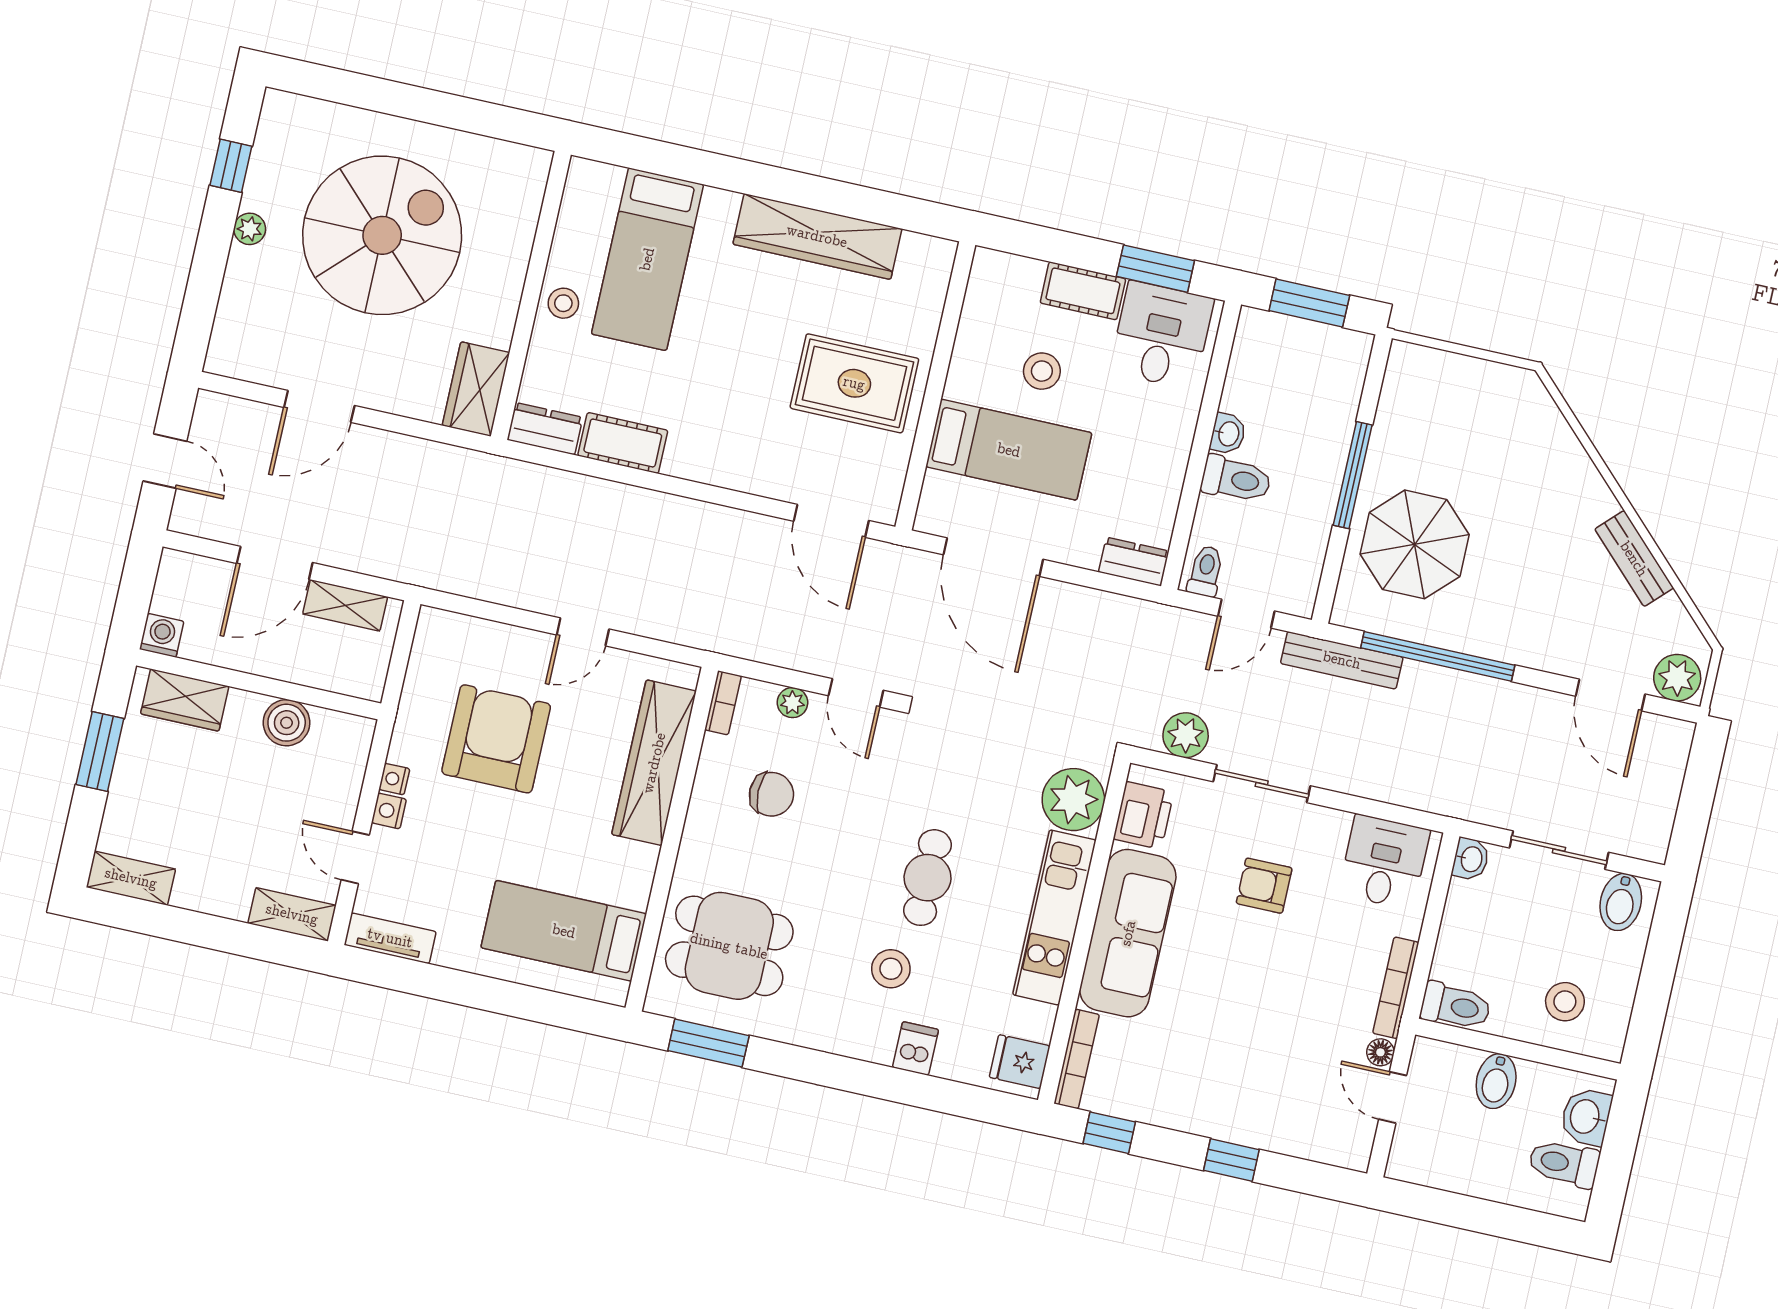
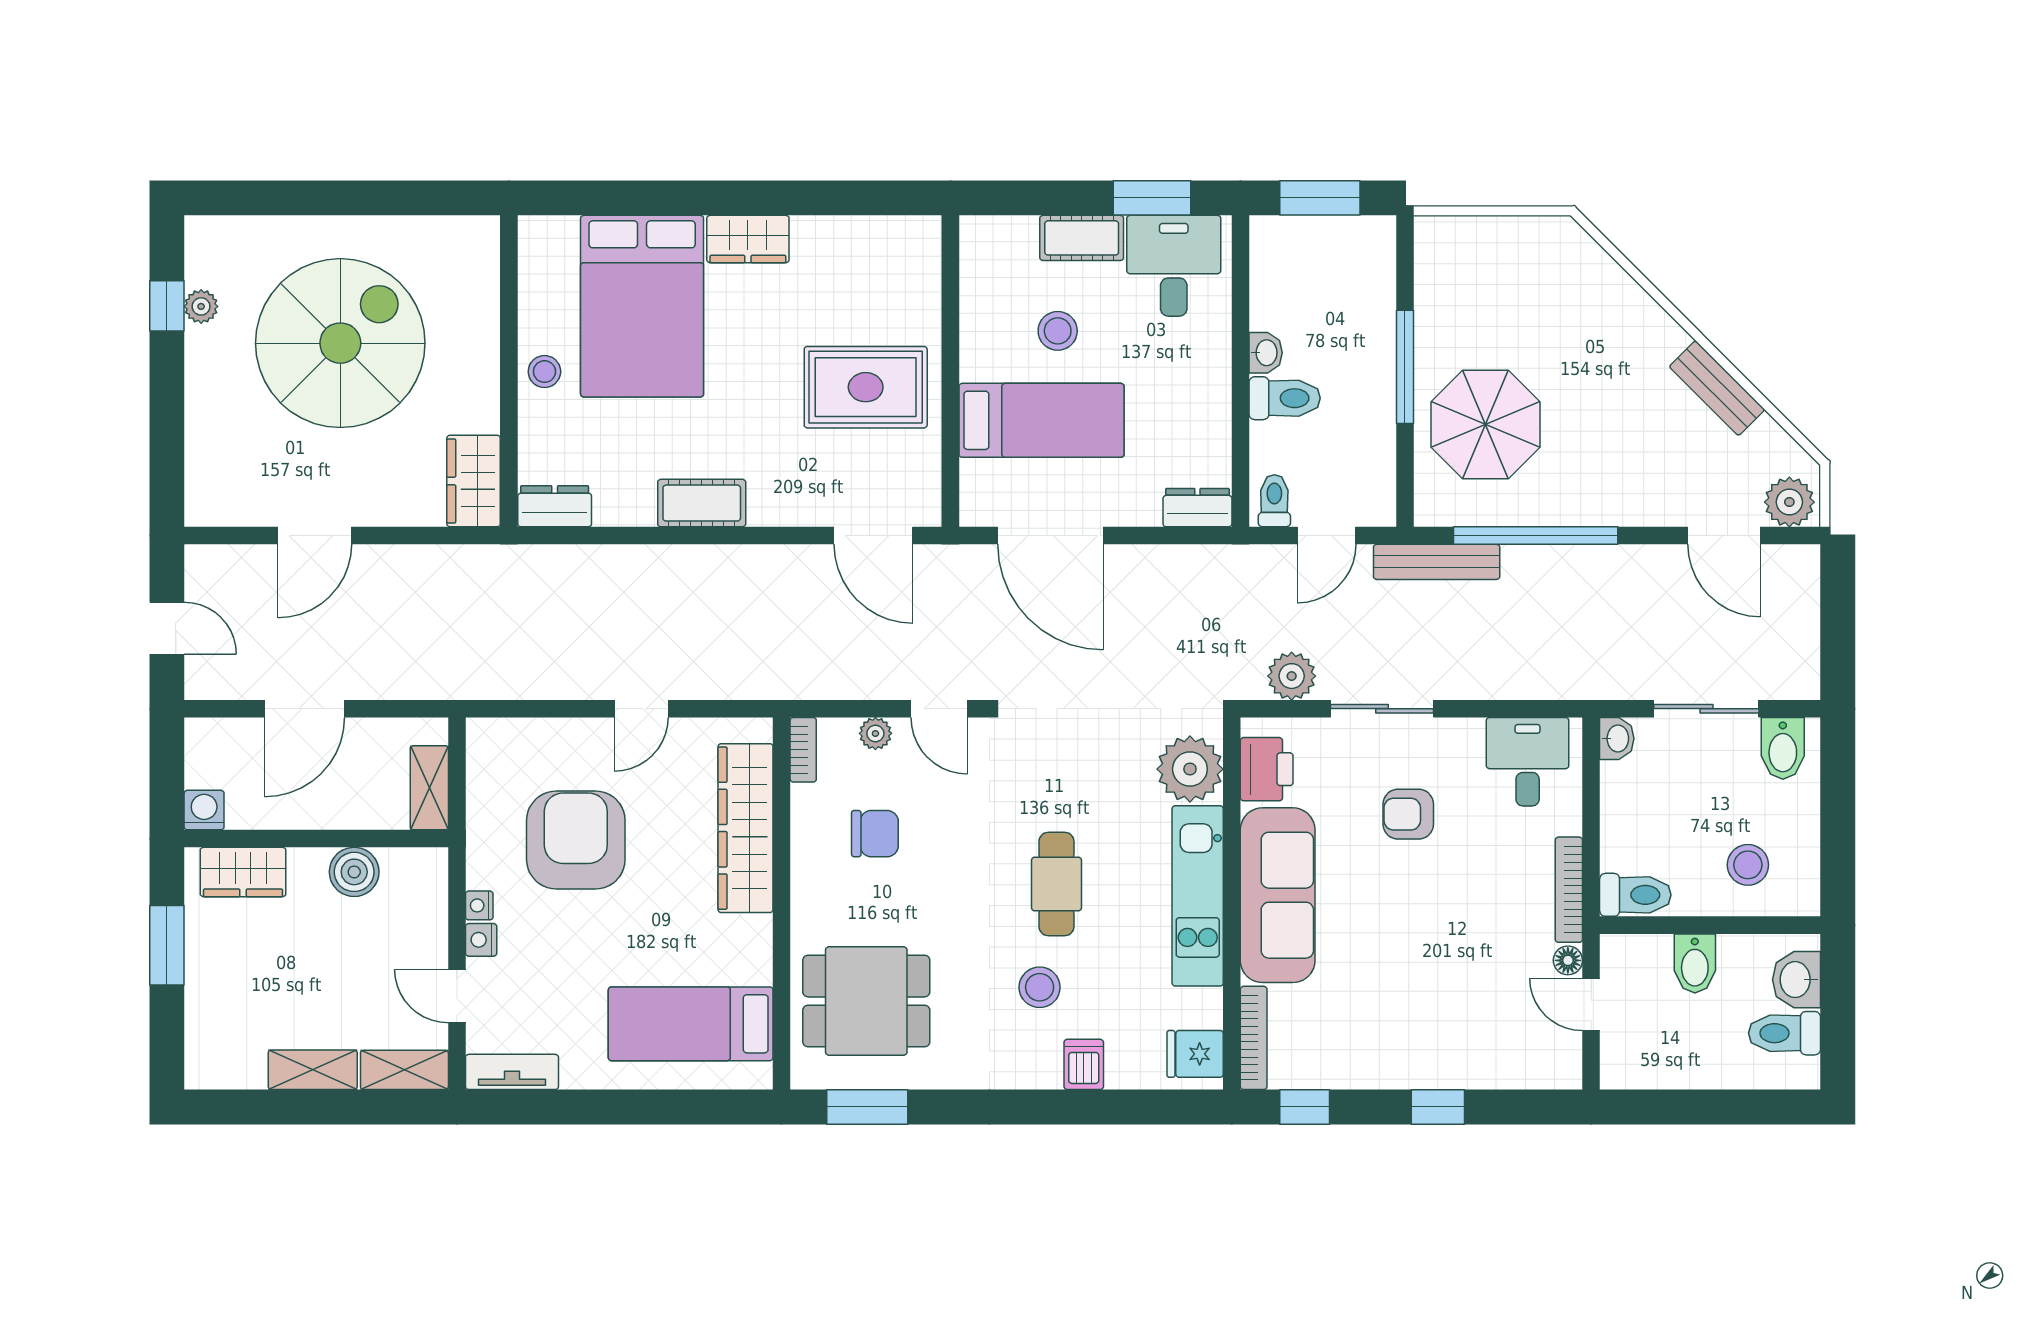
plant: (250, 229) -> (201, 306), moved
wardrobe: (817, 236) -> (748, 239), width x0.48, depth x0.85
bed: (647, 259) -> (642, 306), width x1.50
cot: (623, 443) -> (702, 503), moved
shelving: (345, 605) -> (429, 788), moved, turned 90
shelving: (131, 878) -> (313, 1070), moved

